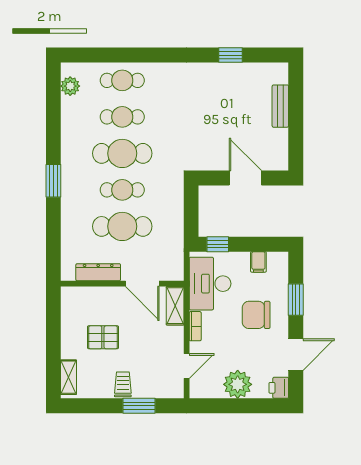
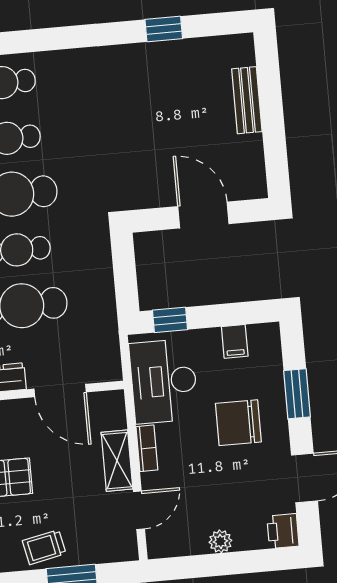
shelving: (175, 306) -> (117, 461), moved
trolley: (123, 384) -> (44, 547), turned -102
plant: (238, 384) -> (220, 541), width x0.53, depth x0.53

